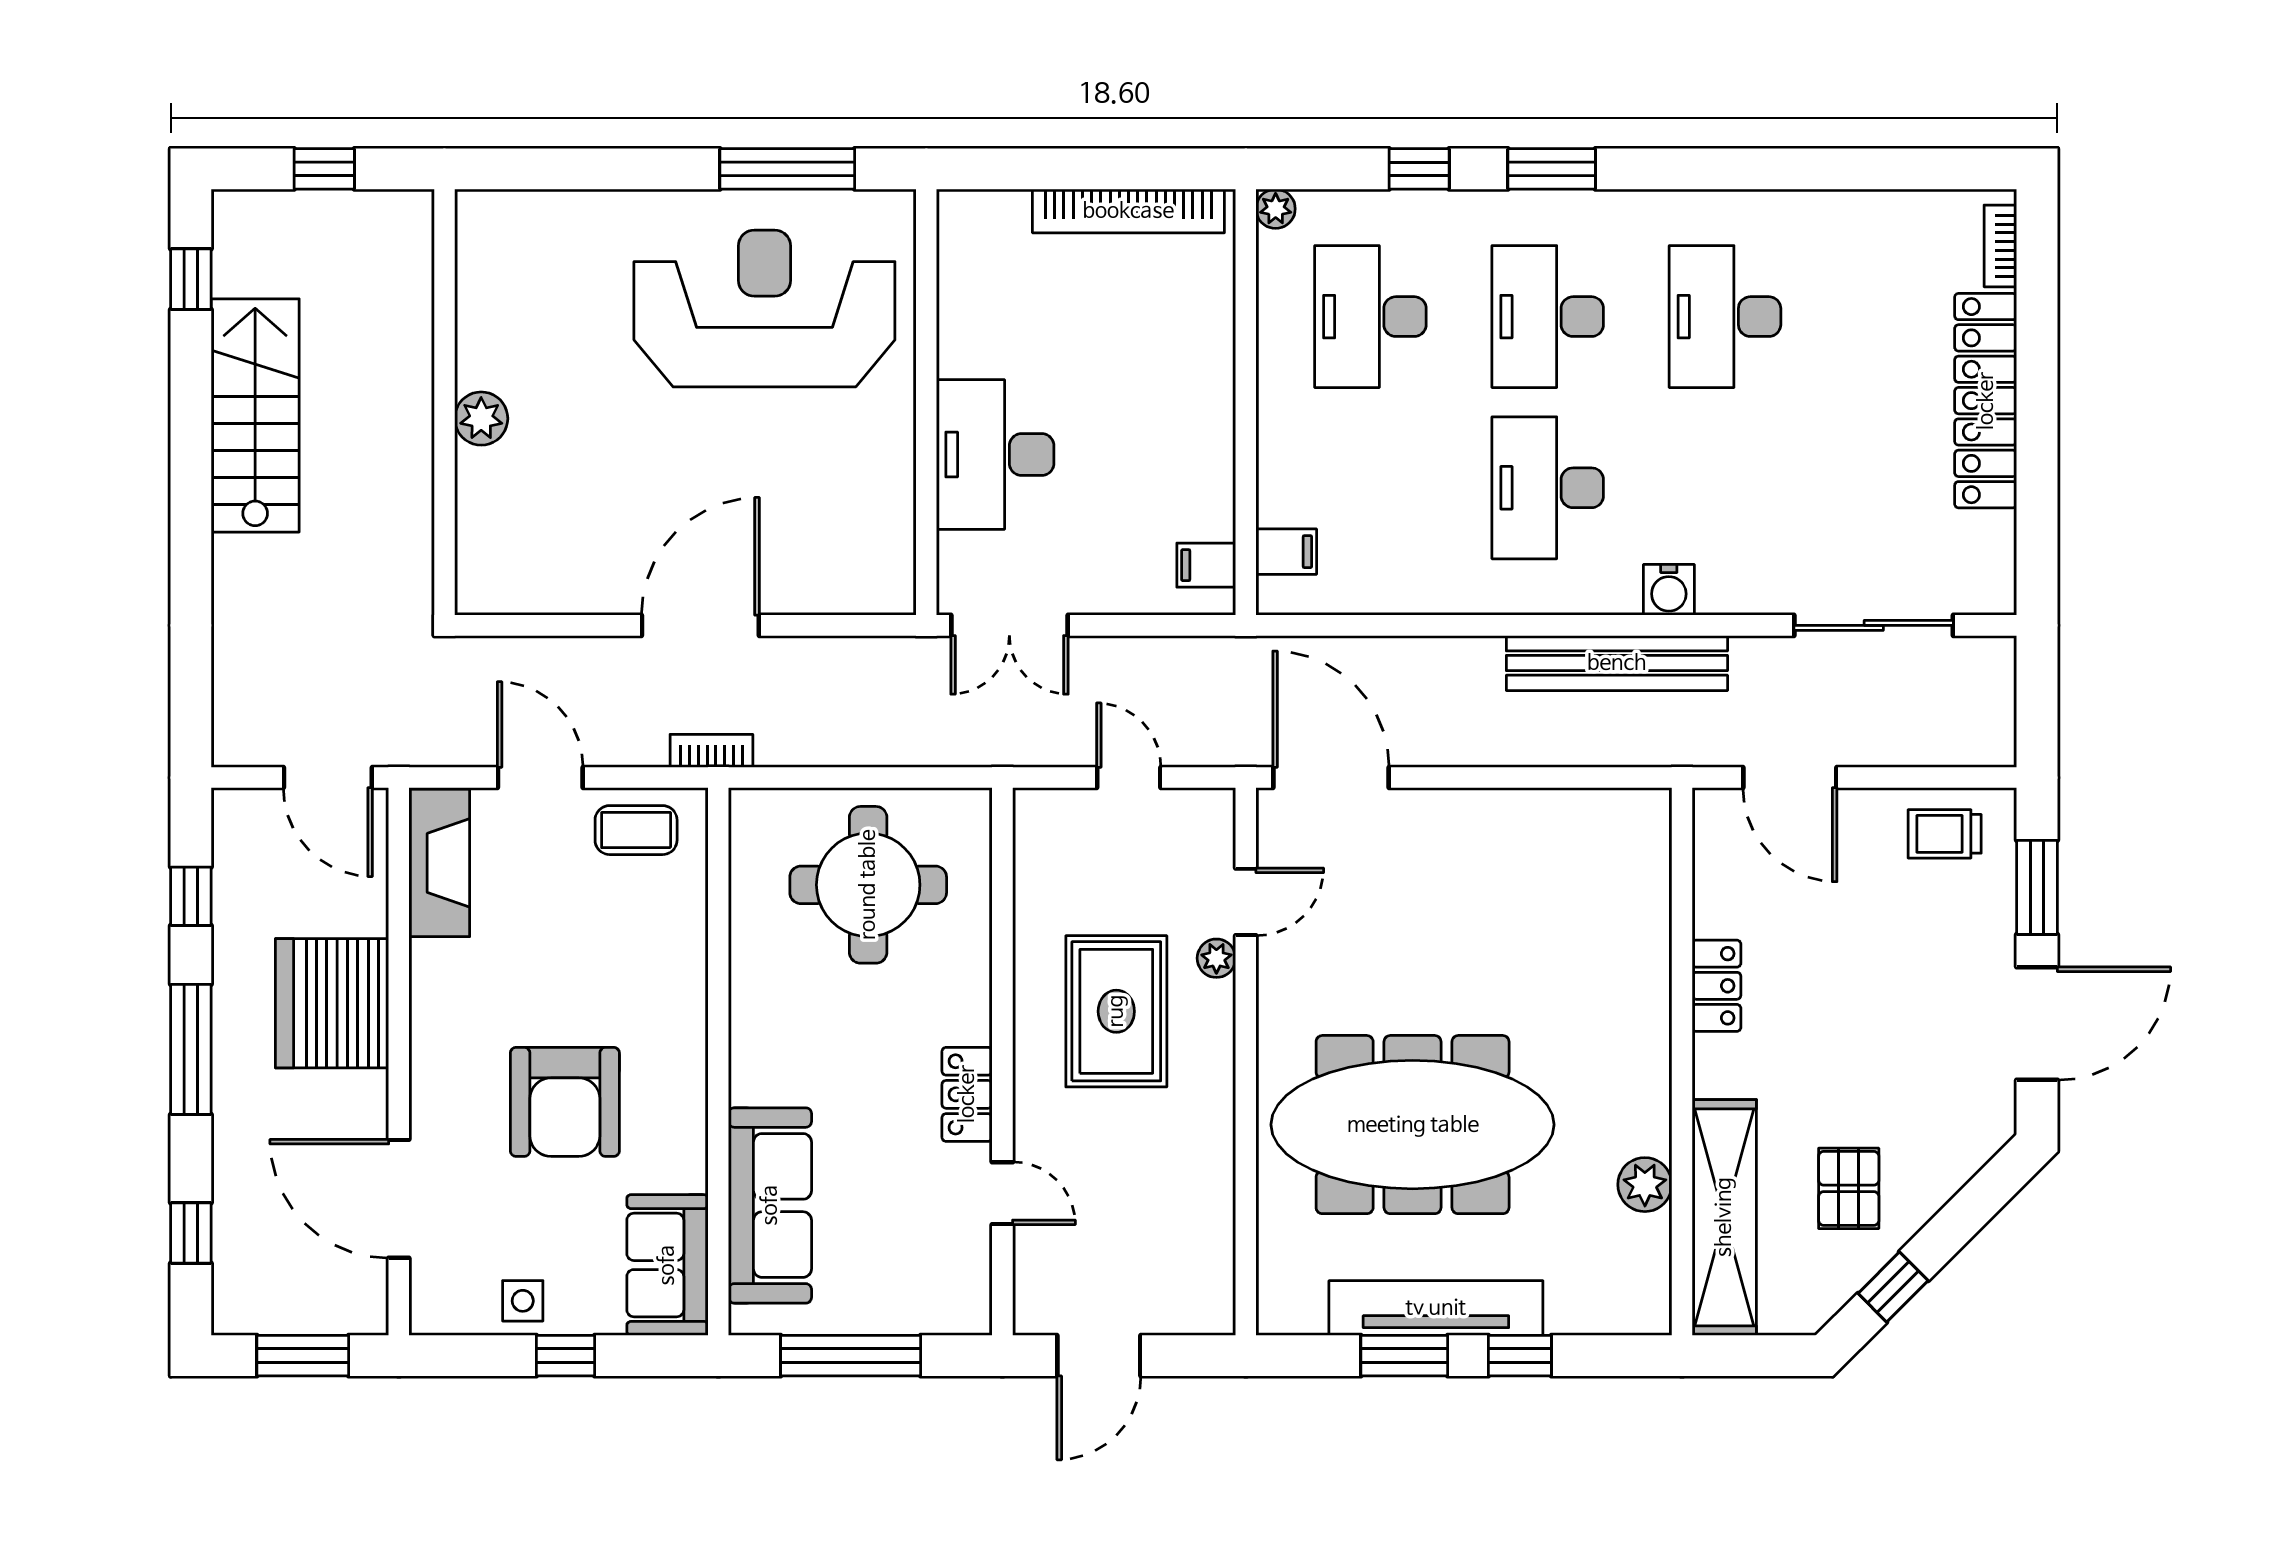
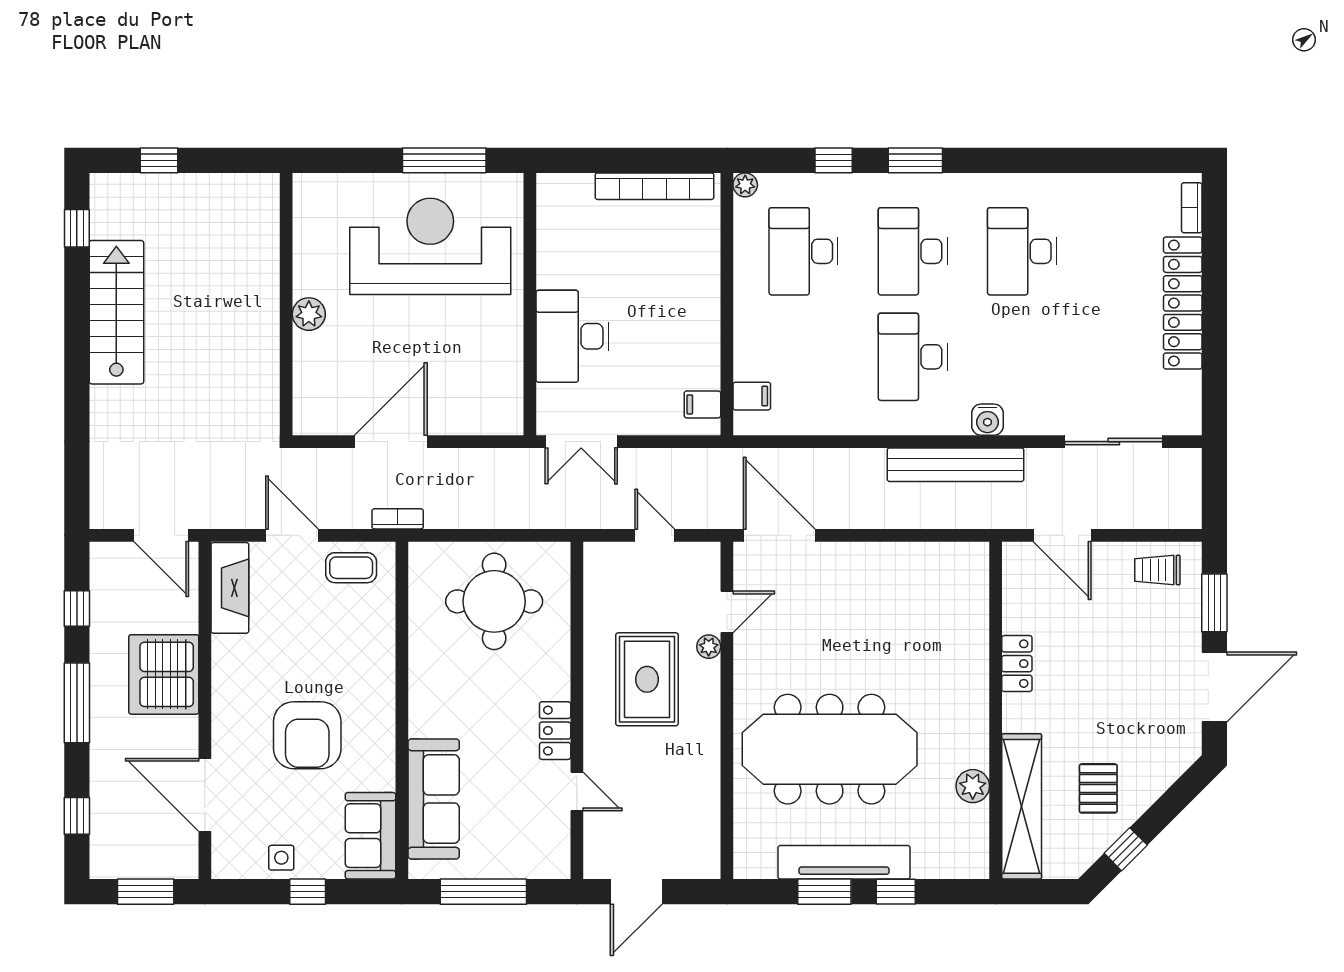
wall: (444, 402) -> (286, 304), moved
plant: (481, 419) -> (309, 314), moved

